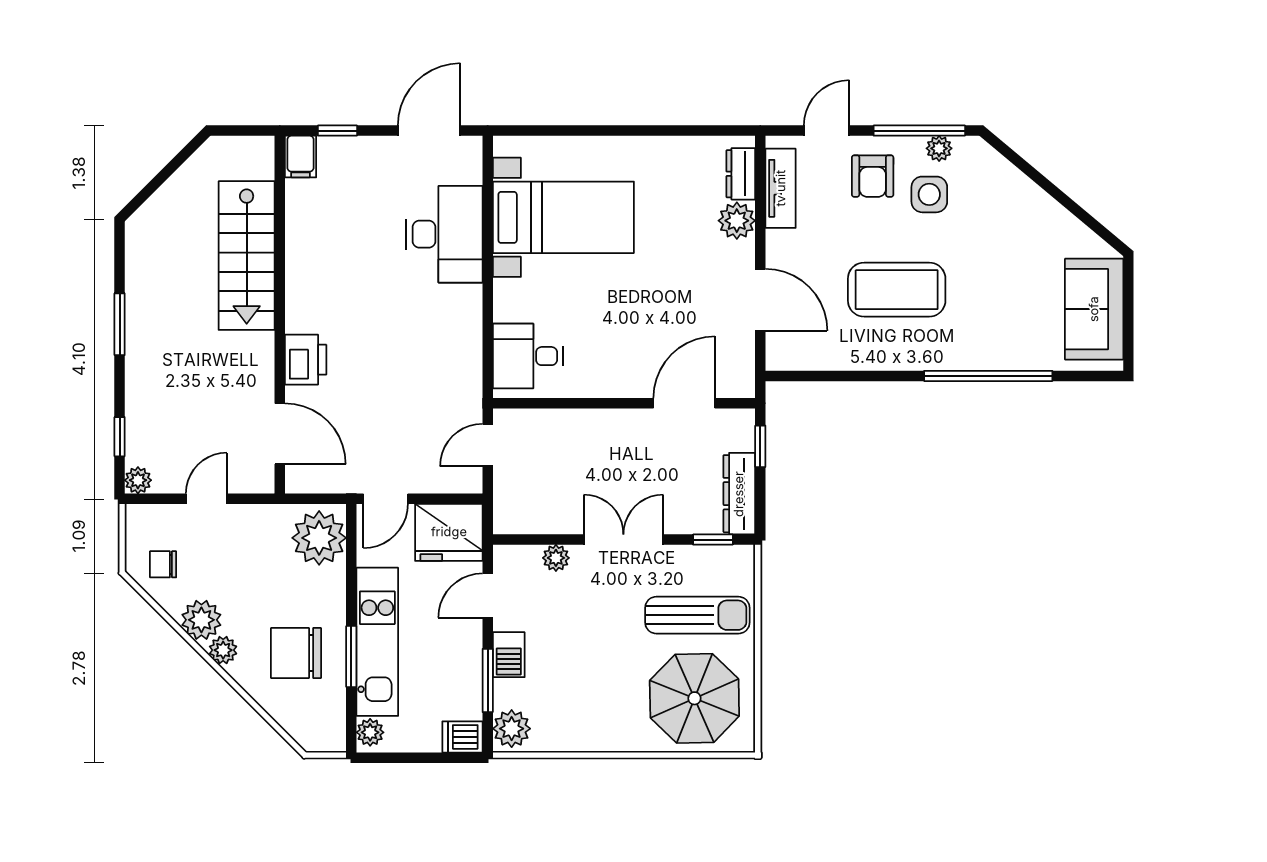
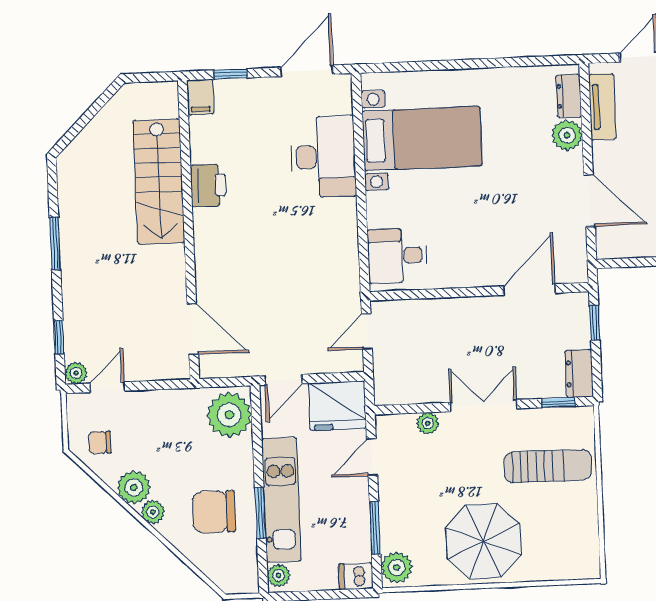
printer: (306, 360) -> (208, 185), moved
dresser: (739, 494) -> (579, 374), width x0.70
door: (206, 499) -> (107, 387), moved
barbecue: (509, 655) -> (392, 506), removed
parasol: (694, 698) -> (483, 541), moved

